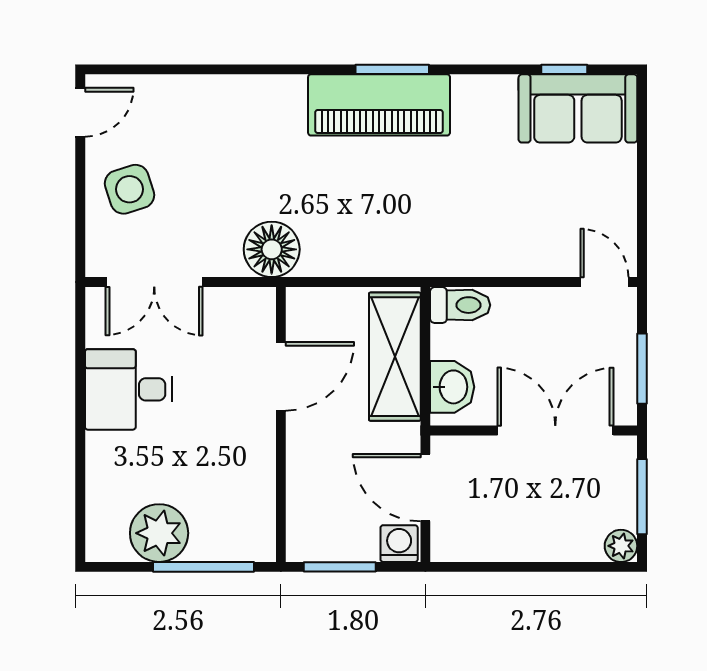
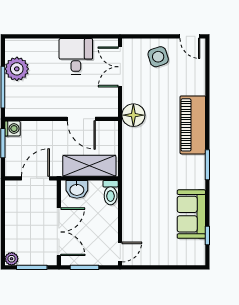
piano: (379, 105) -> (193, 125), moved
sofa: (578, 108) -> (191, 214), moved
washing machine: (399, 544) -> (12, 129), moved

